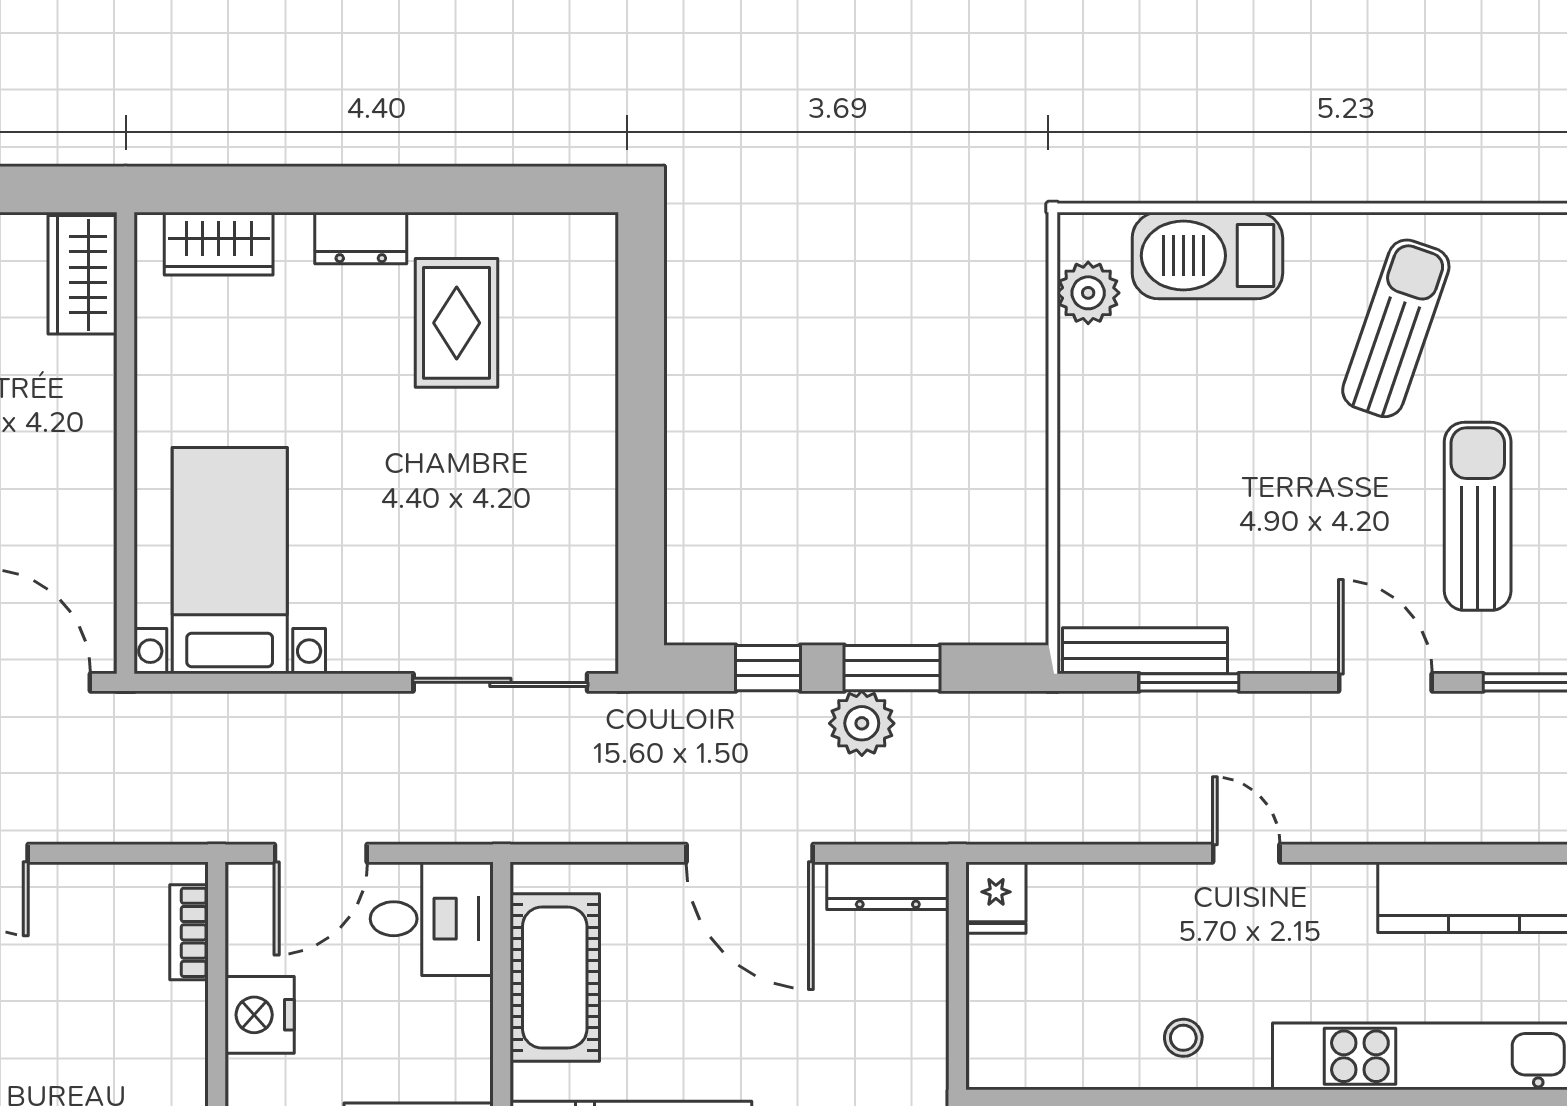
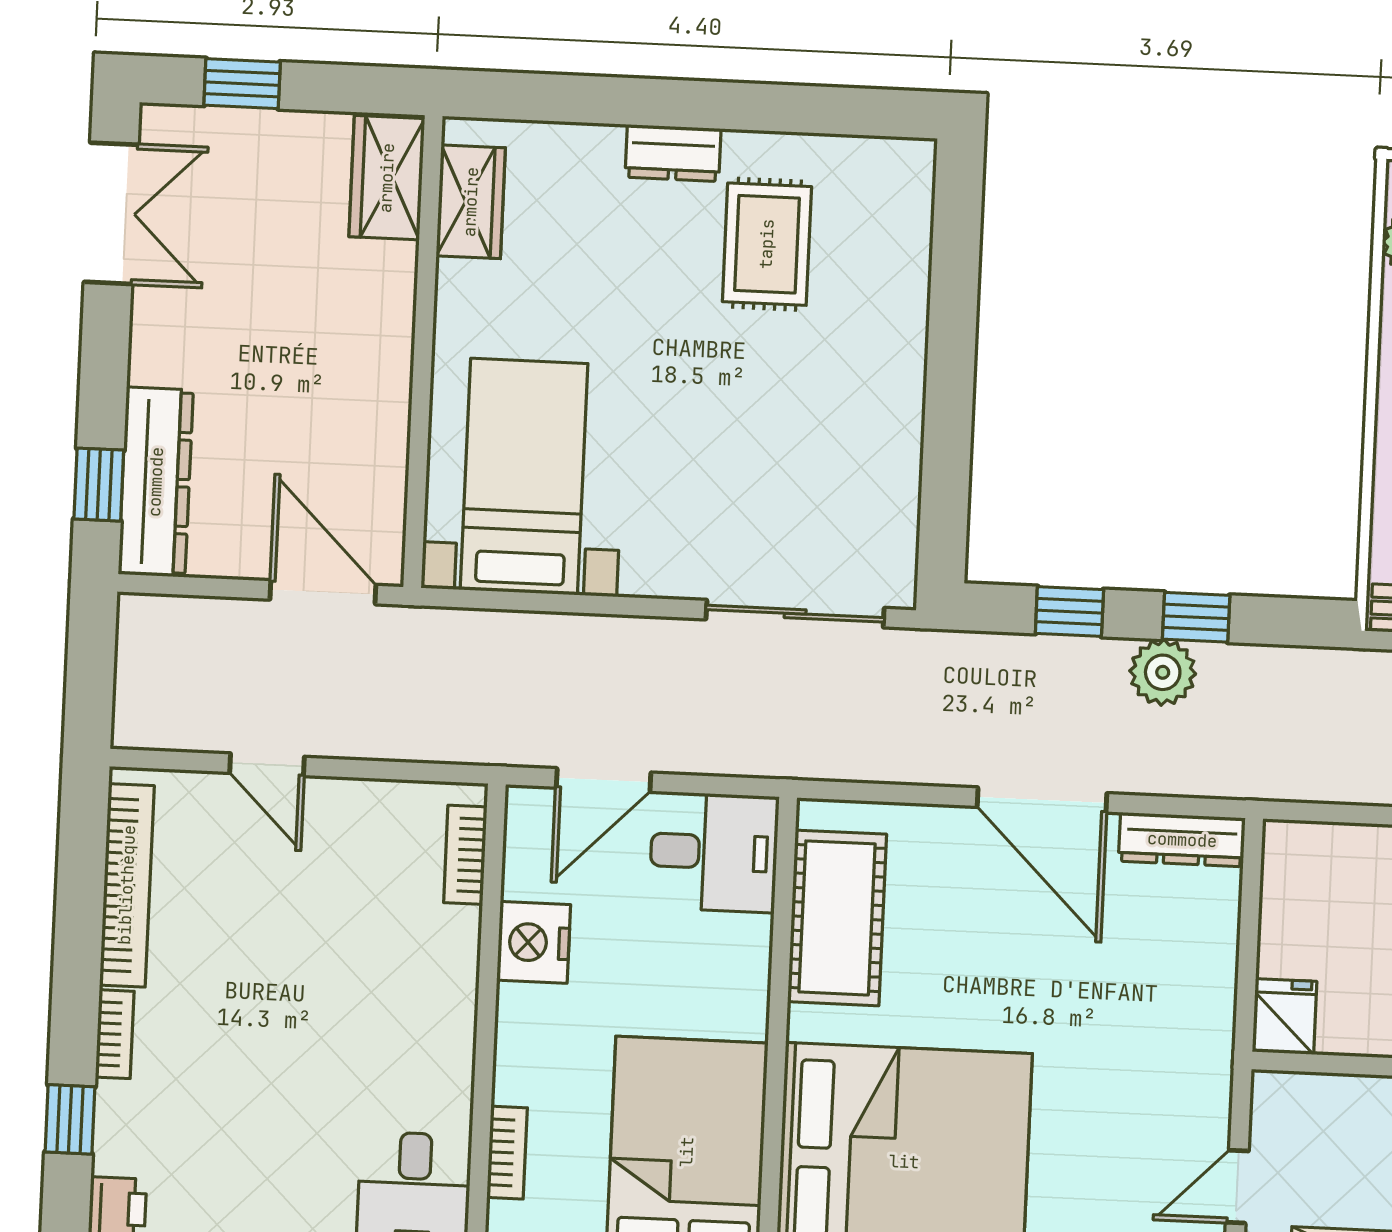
wardrobe: (219, 244) -> (471, 202), moved, turned -90
window: (892, 668) -> (1196, 617), width x0.67
fridge: (996, 898) -> (1285, 1017), moved, turned 180

